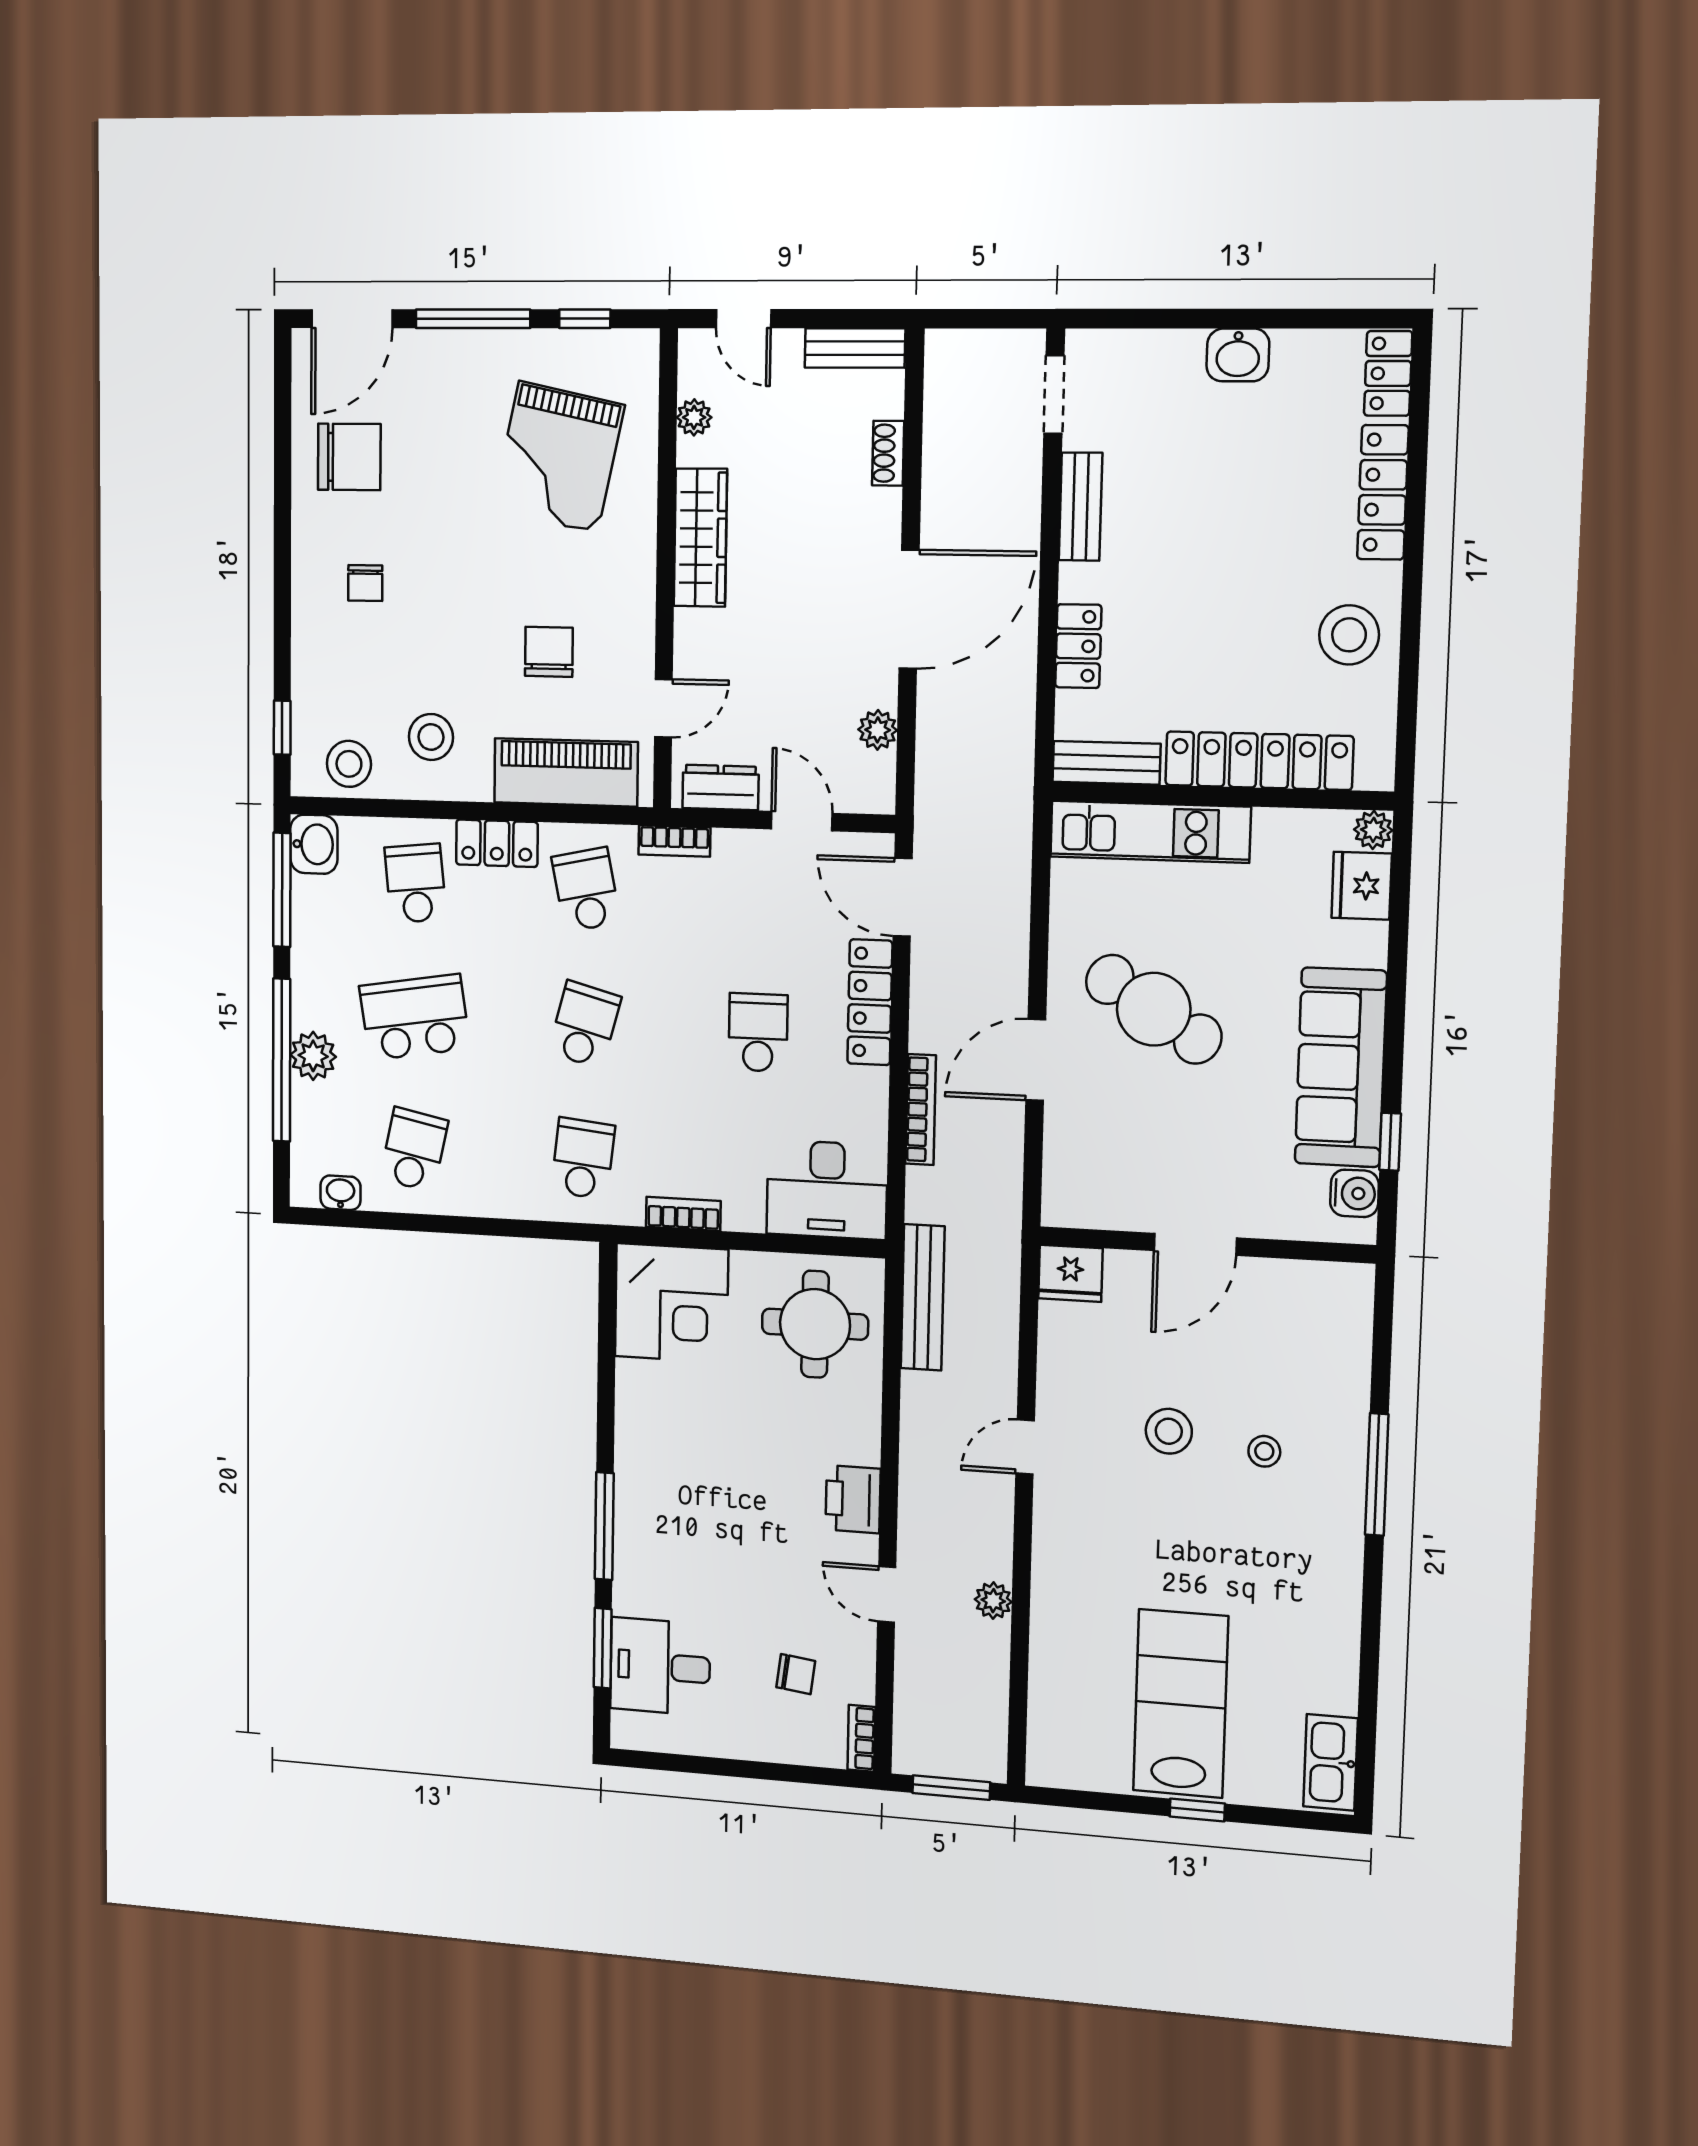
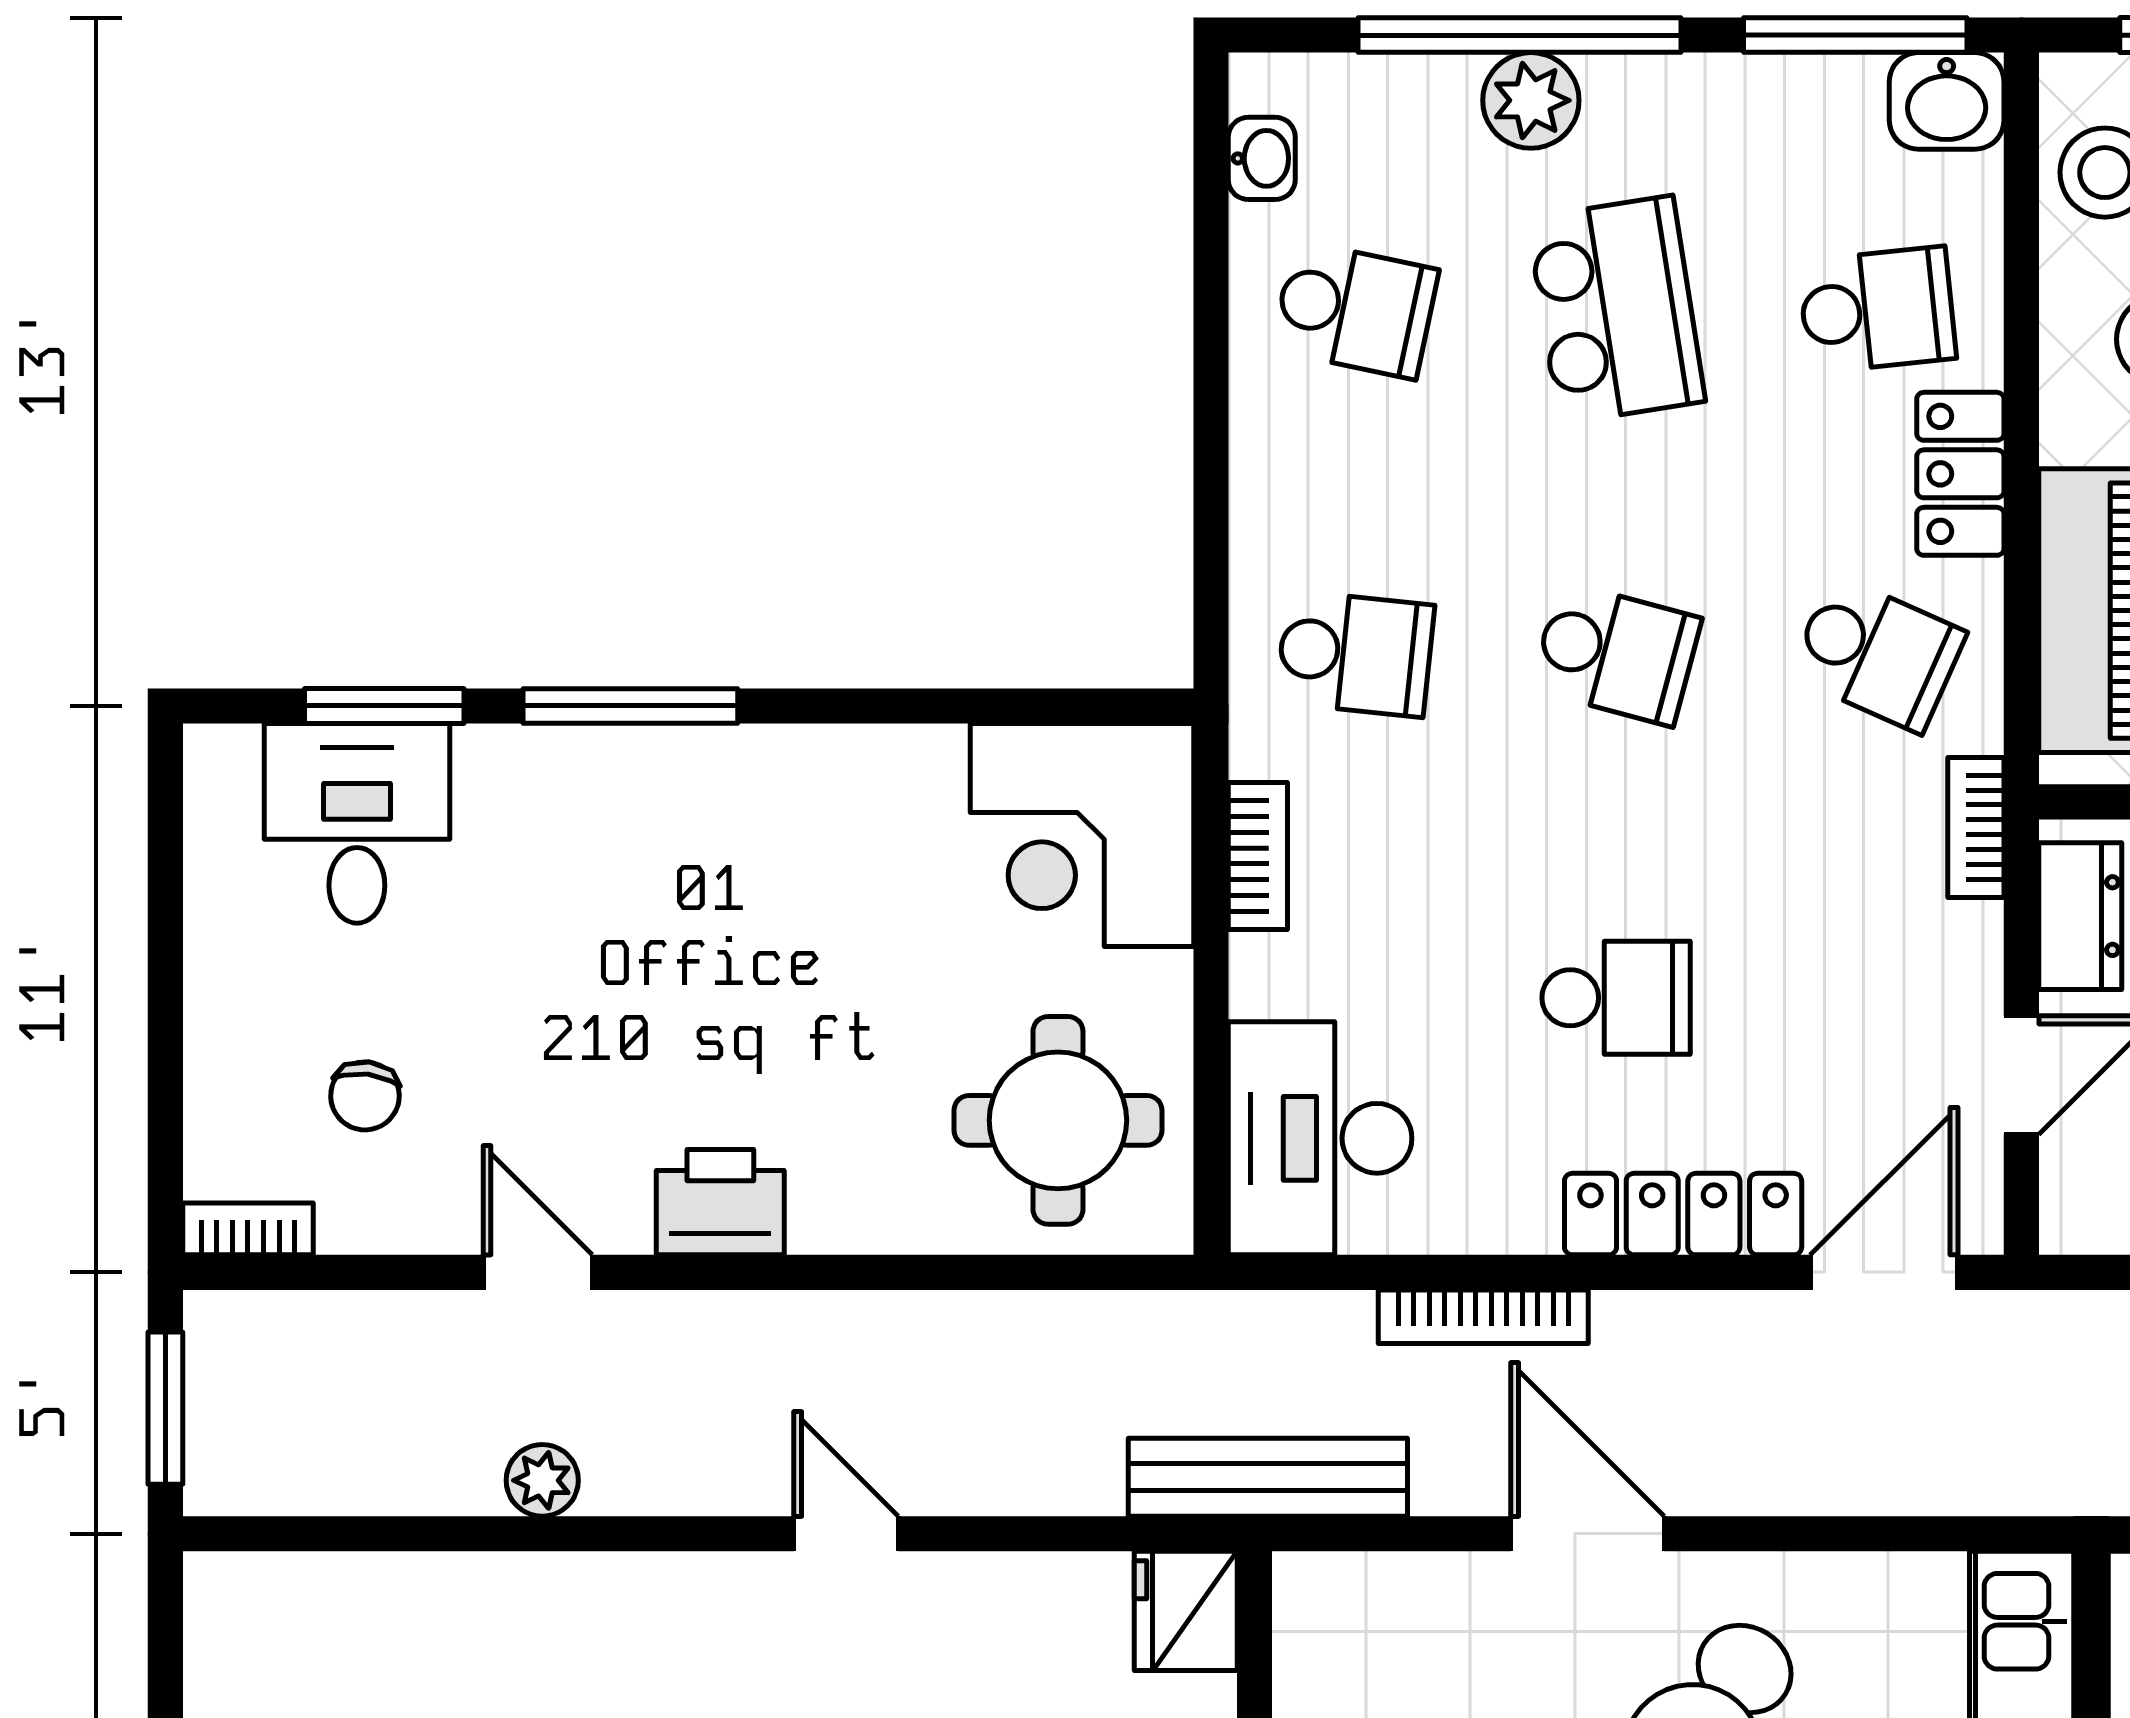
school desk: (586, 890) -> (1877, 654), turned 36
bench: (923, 1297) -> (1268, 1477), moved
door: (887, 1594) -> (538, 1272), hinge flipped

